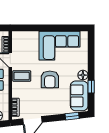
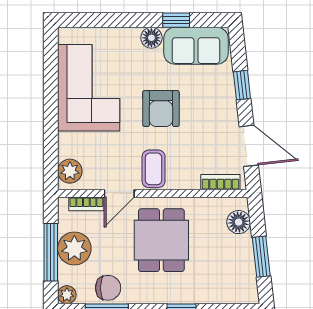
plant: (21, 37) -> (70, 171), added
armchair: (50, 79) -> (161, 109), turned 90
window: (72, 116) -> (242, 85), moved

